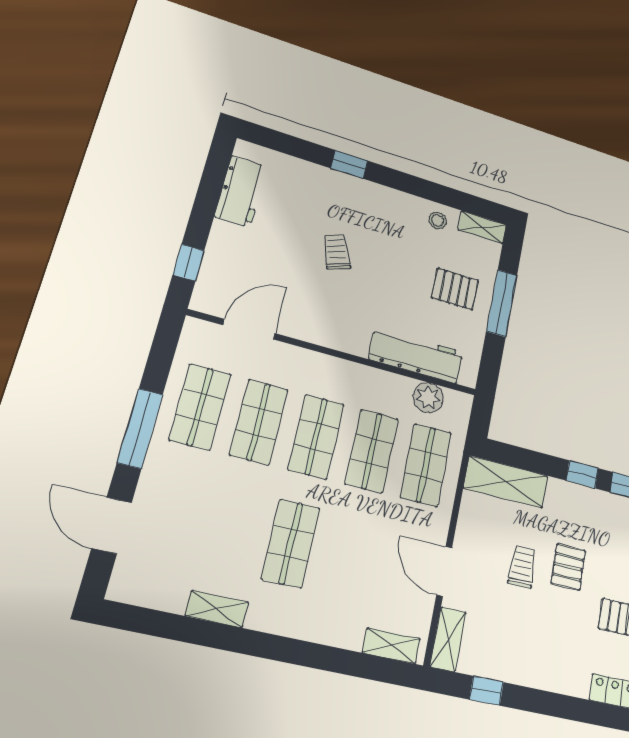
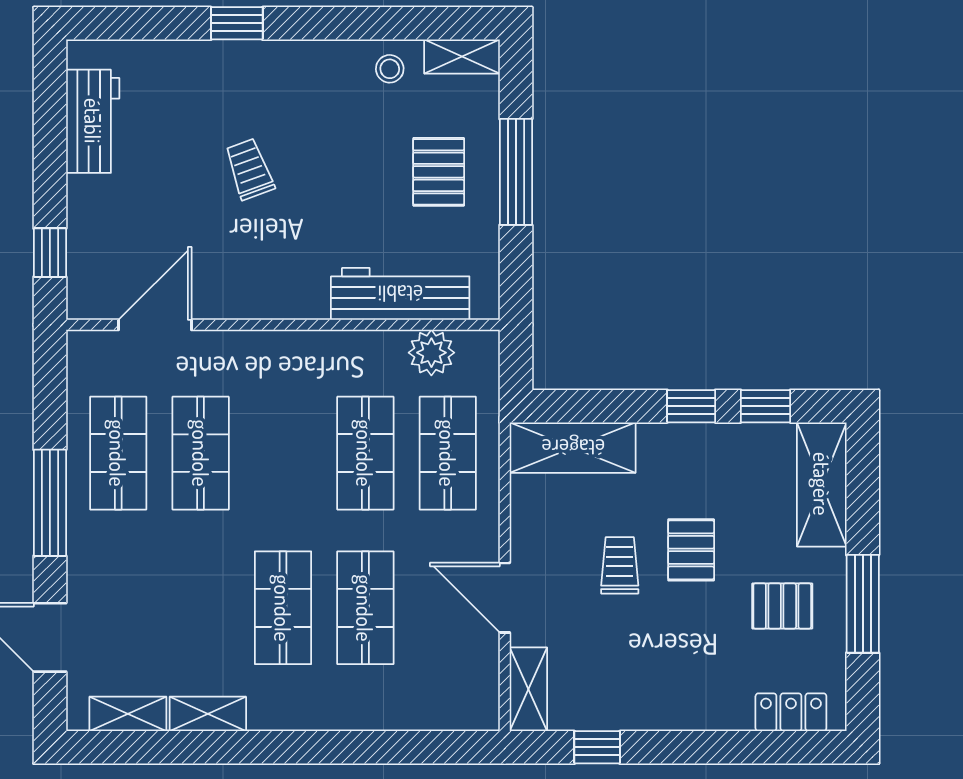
pallet: (455, 289) -> (439, 172), turned 90
shop shelf: (316, 437) -> (365, 608), moved
shelving: (391, 646) -> (128, 714), moved

